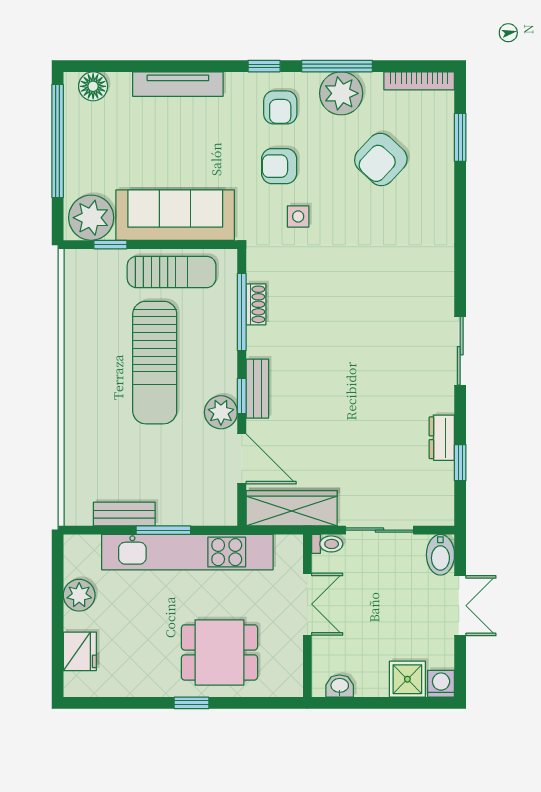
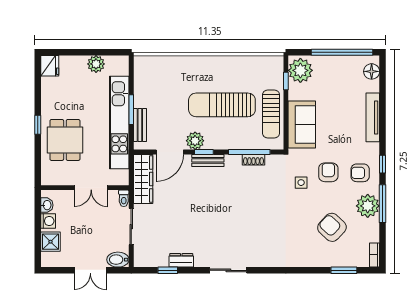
bookcase: (419, 81) -> (375, 255), width x0.64
sofa: (175, 215) -> (302, 124), width x0.73
bench: (124, 514) -> (140, 125), moved
fridge: (80, 651) -> (50, 66), moved, turned -90
washing machine: (441, 684) -> (48, 221), moved

